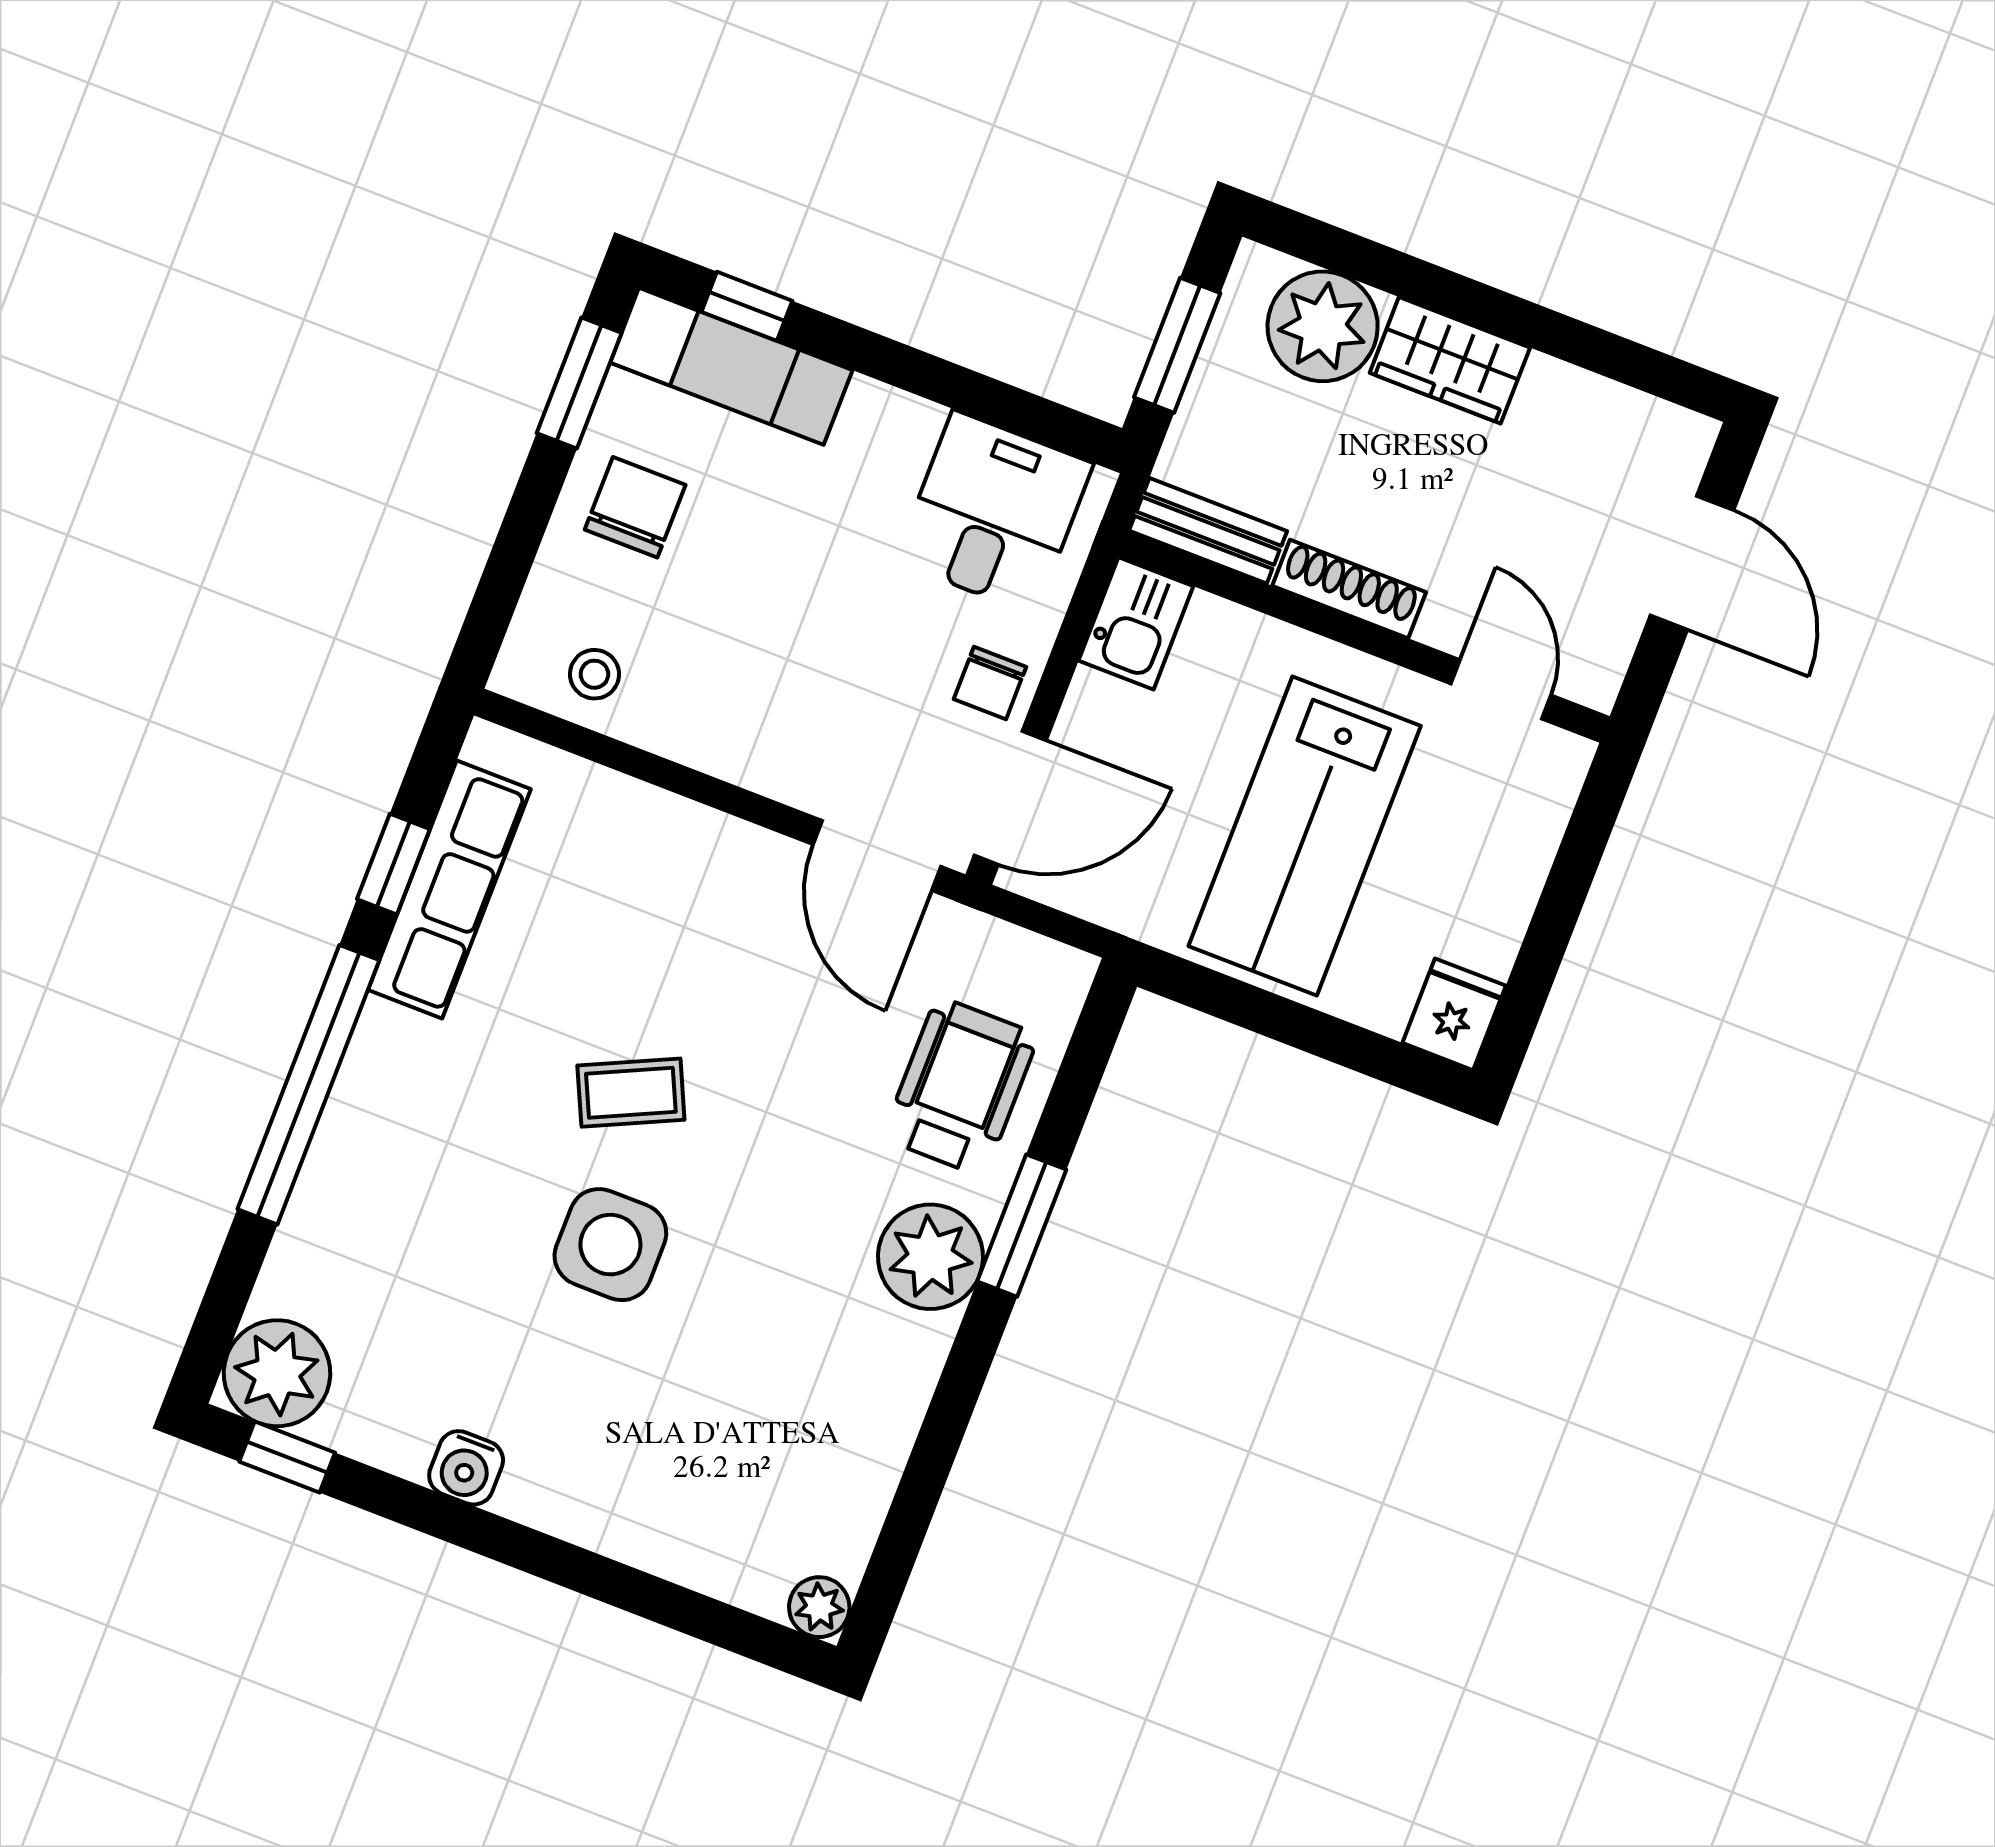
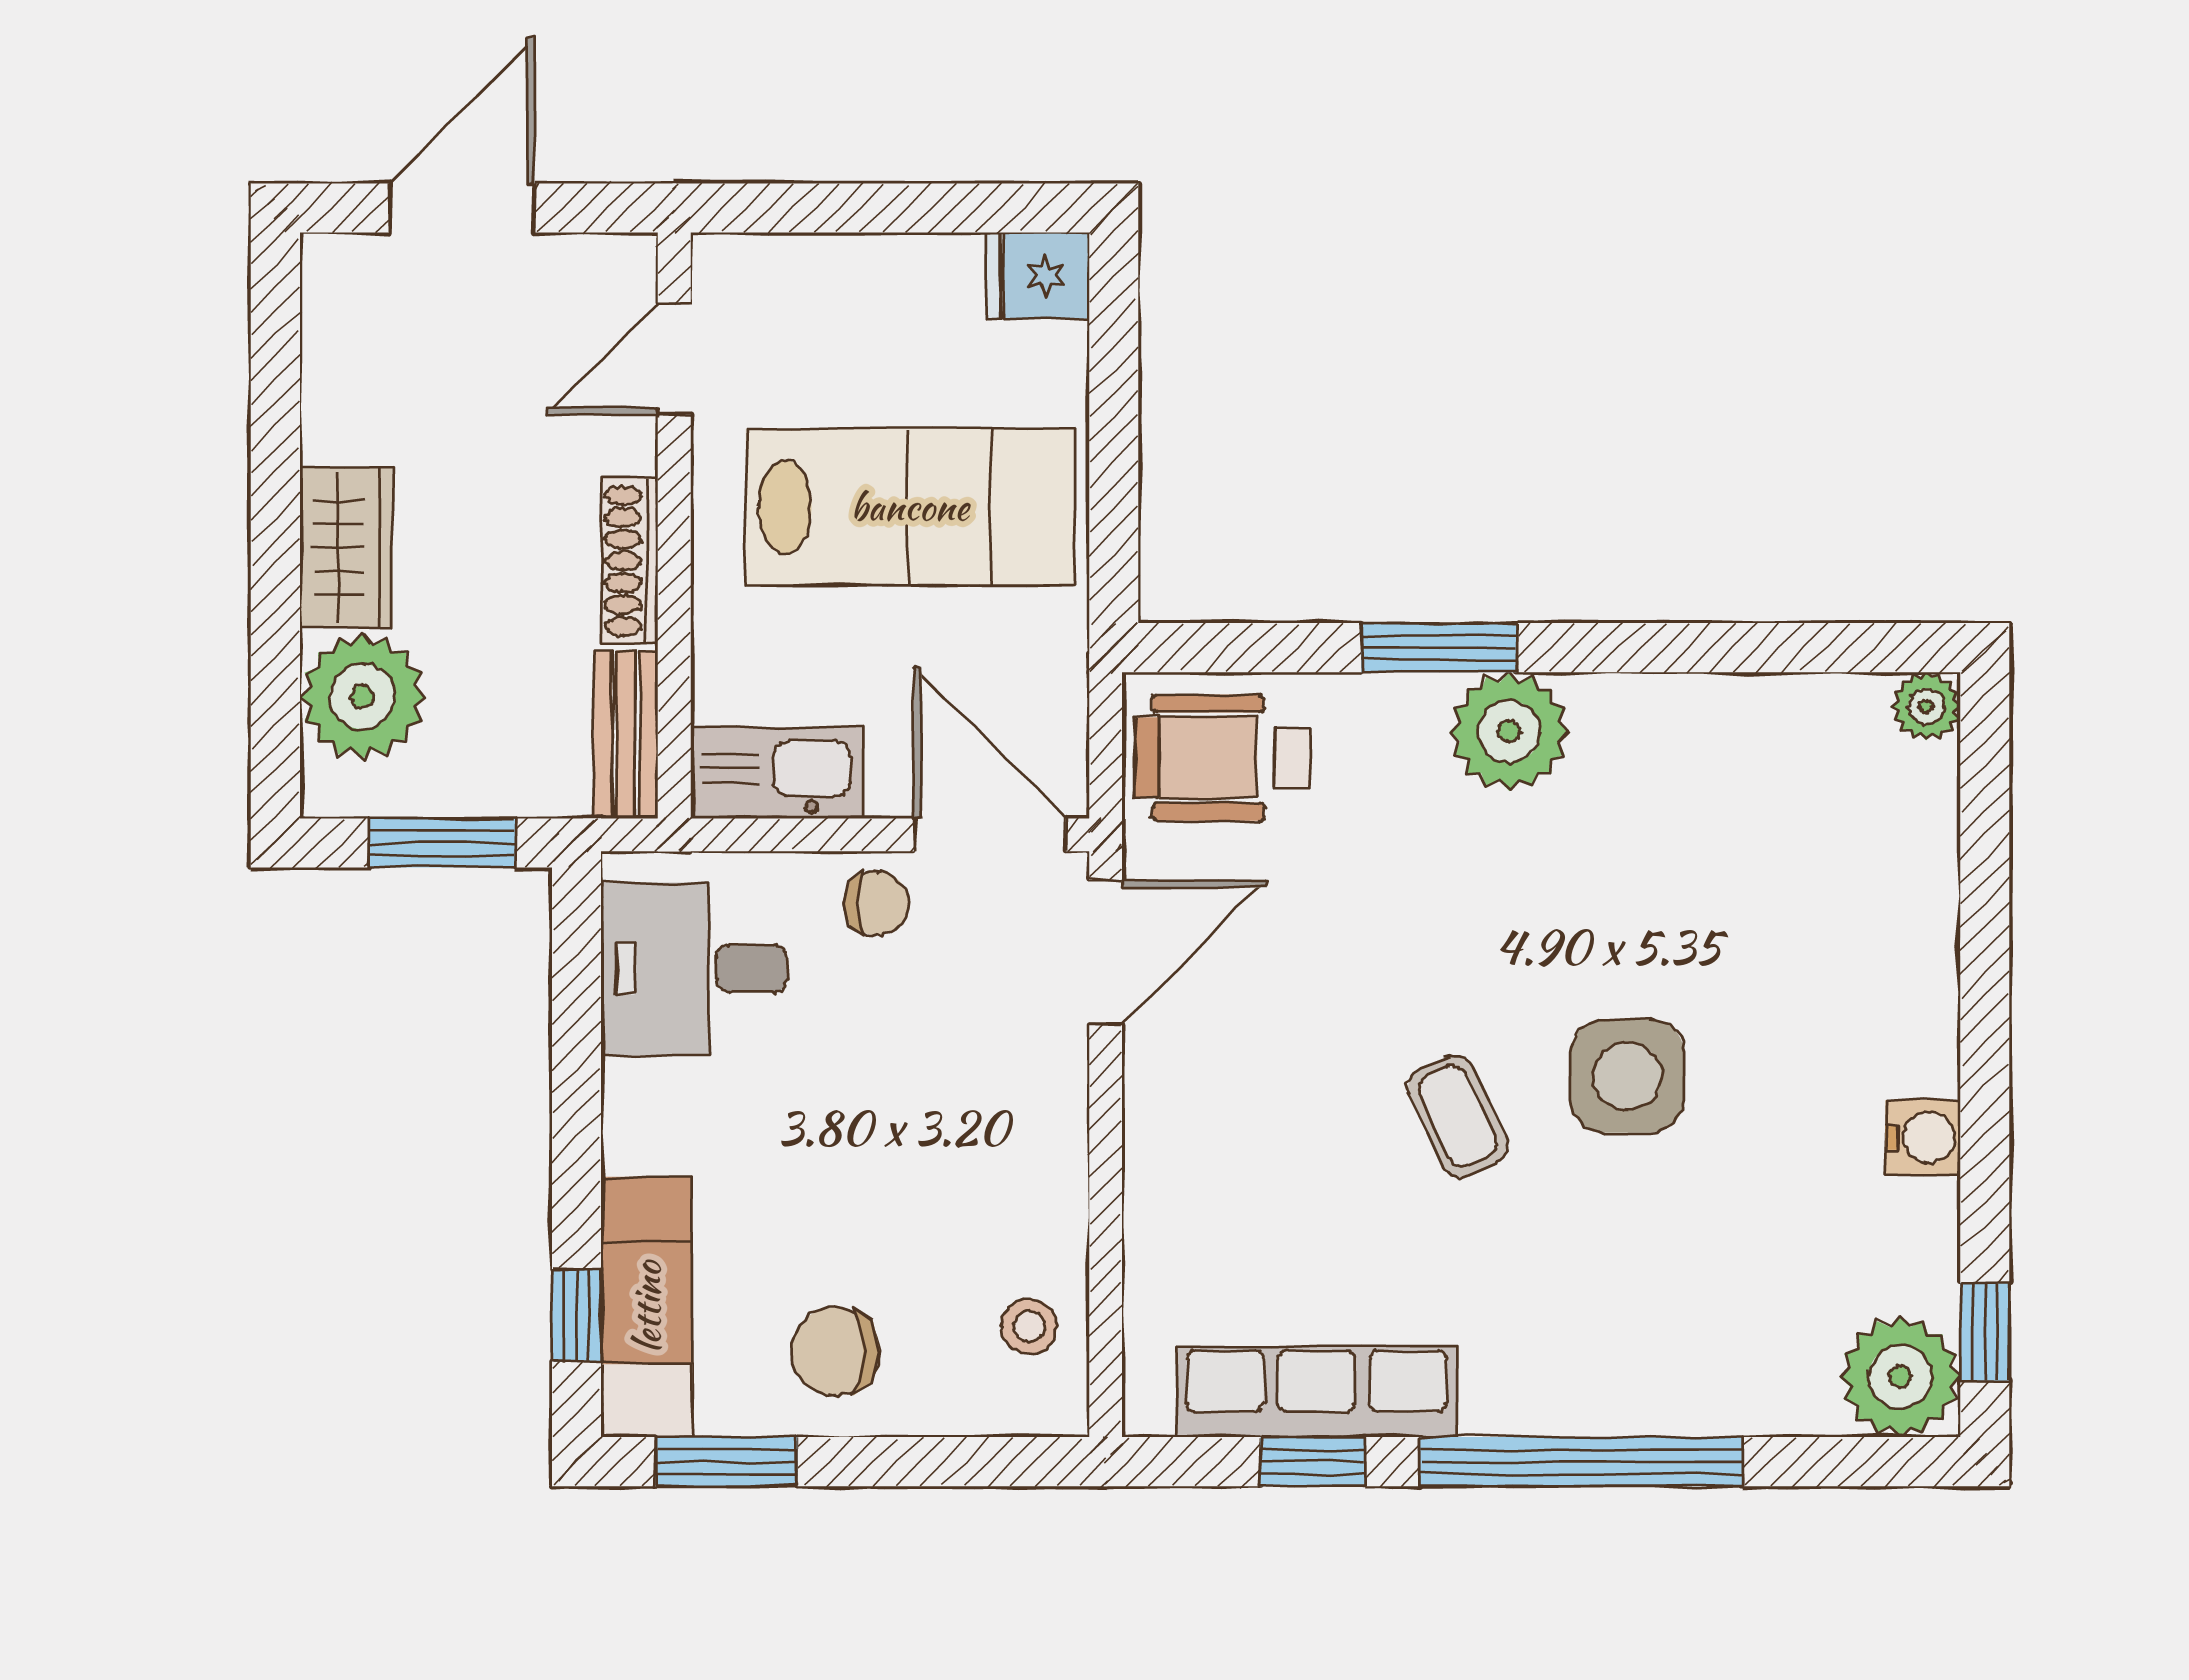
kitchen sink: (1136, 623) -> (777, 773), width x1.38
wheelchair: (961, 1087) -> (1222, 758), moved

